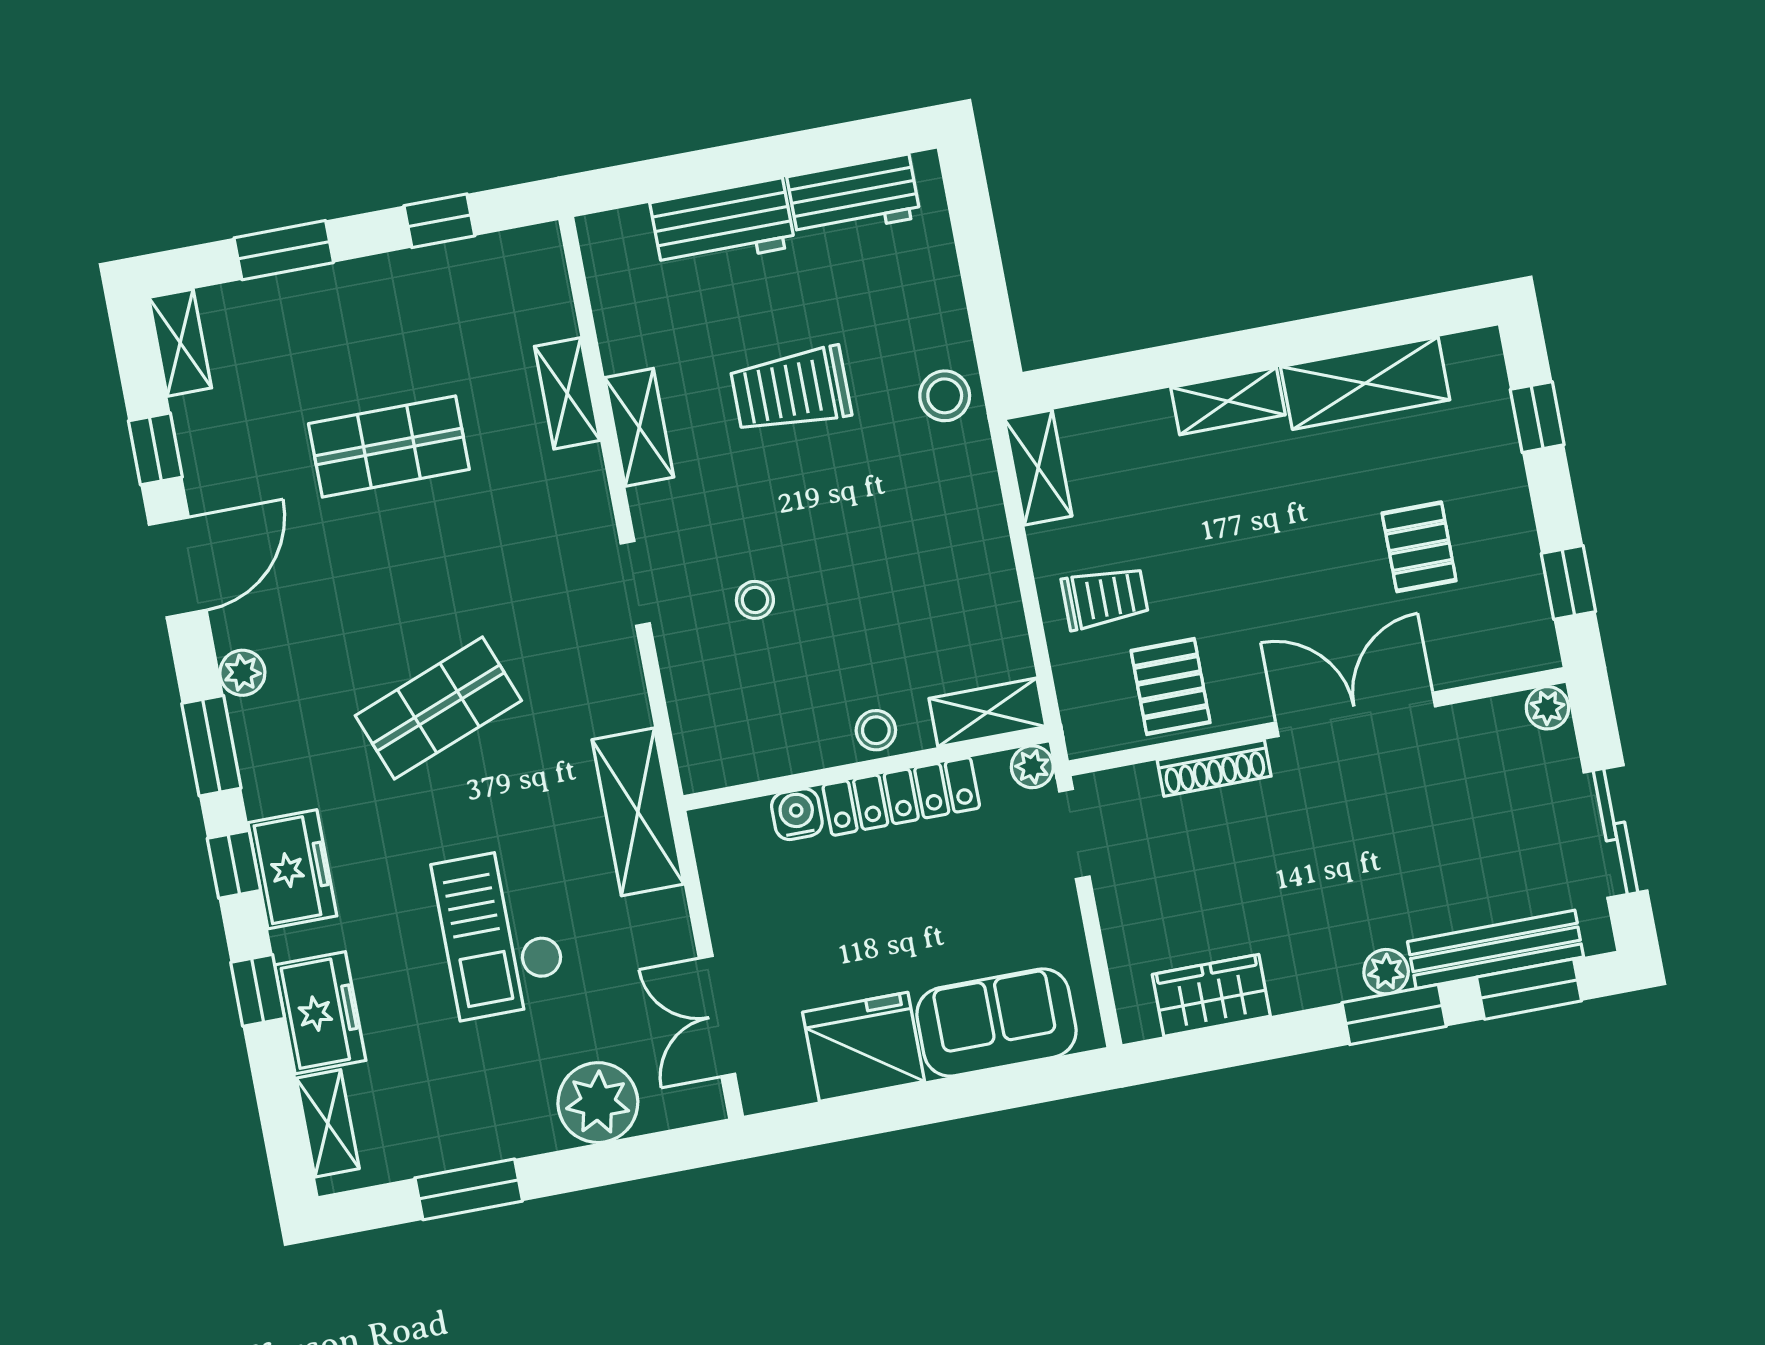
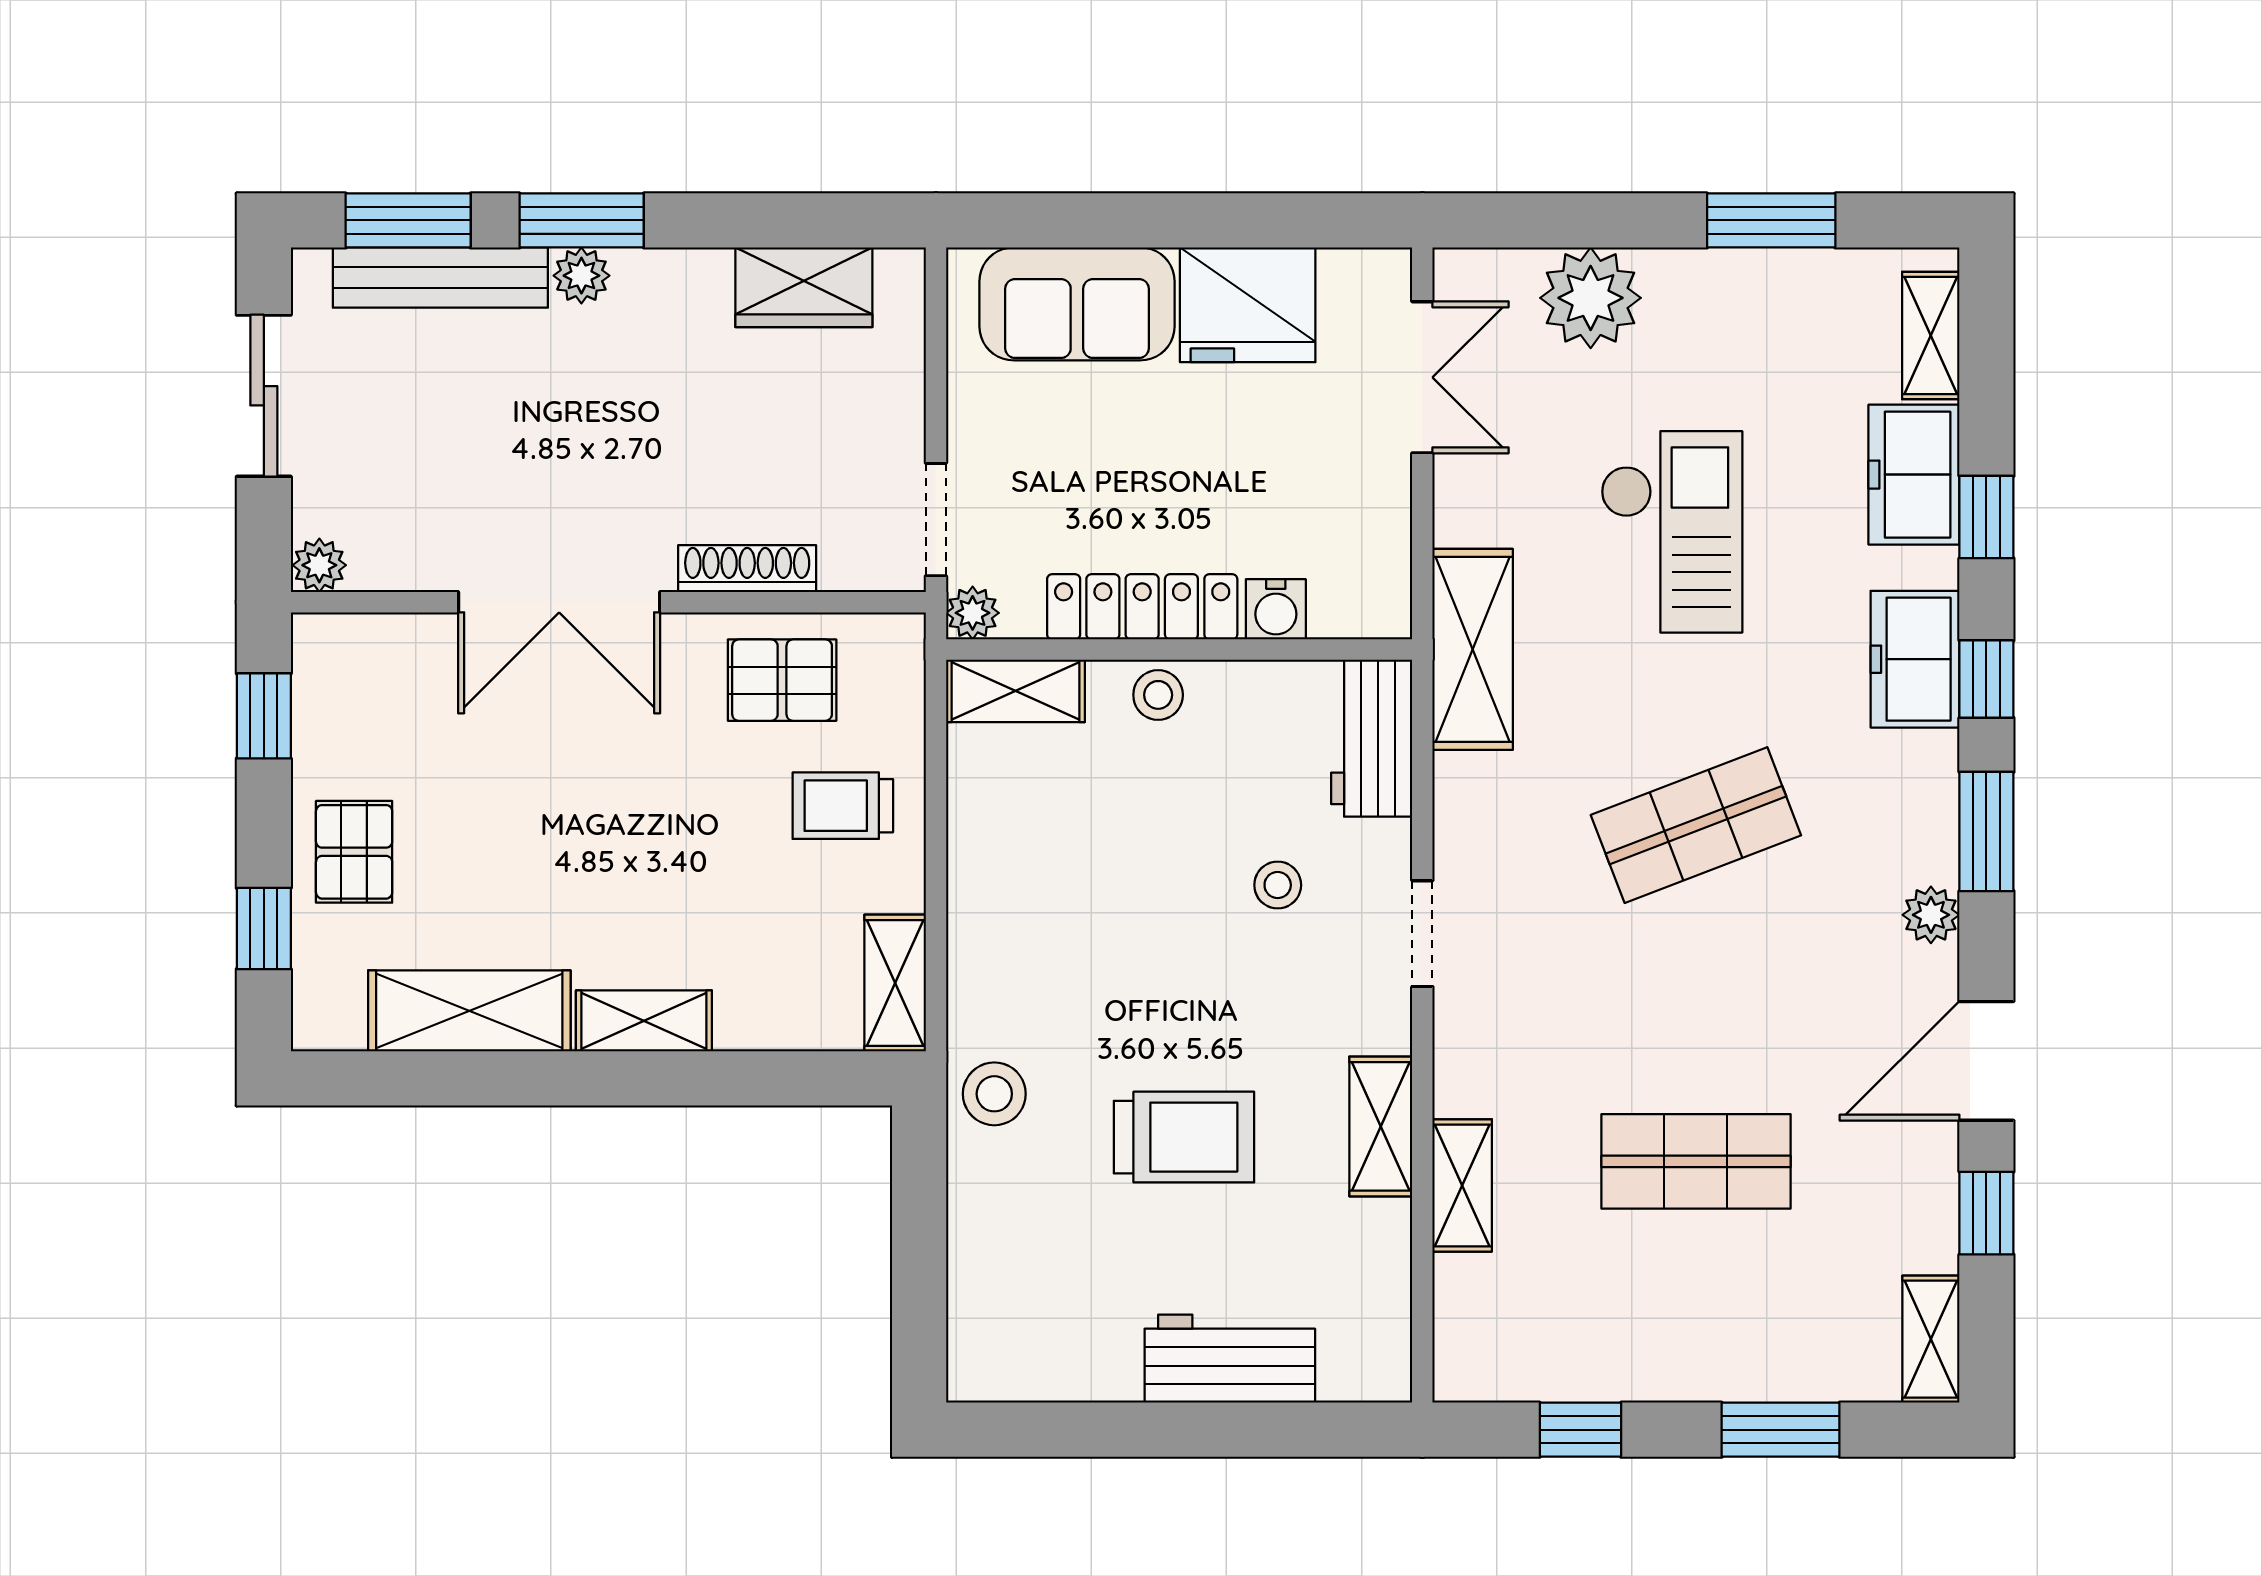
workbench: (854, 197) -> (1372, 738), moved, turned -90
pallet: (1419, 547) -> (354, 852), moved
pallet: (1171, 686) -> (782, 680), turned 90

